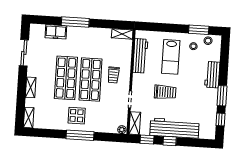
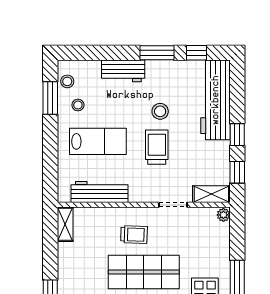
stool: (187, 95) -> (160, 111), added
workbench: (174, 128) -> (216, 100), moved

